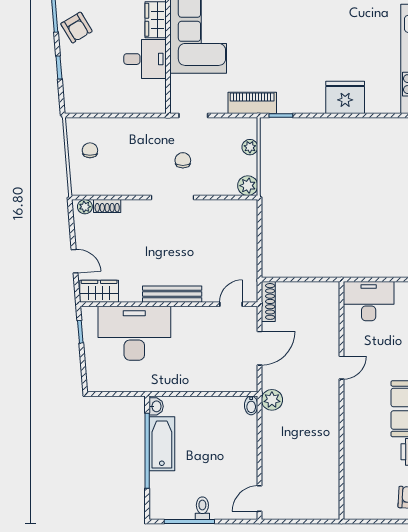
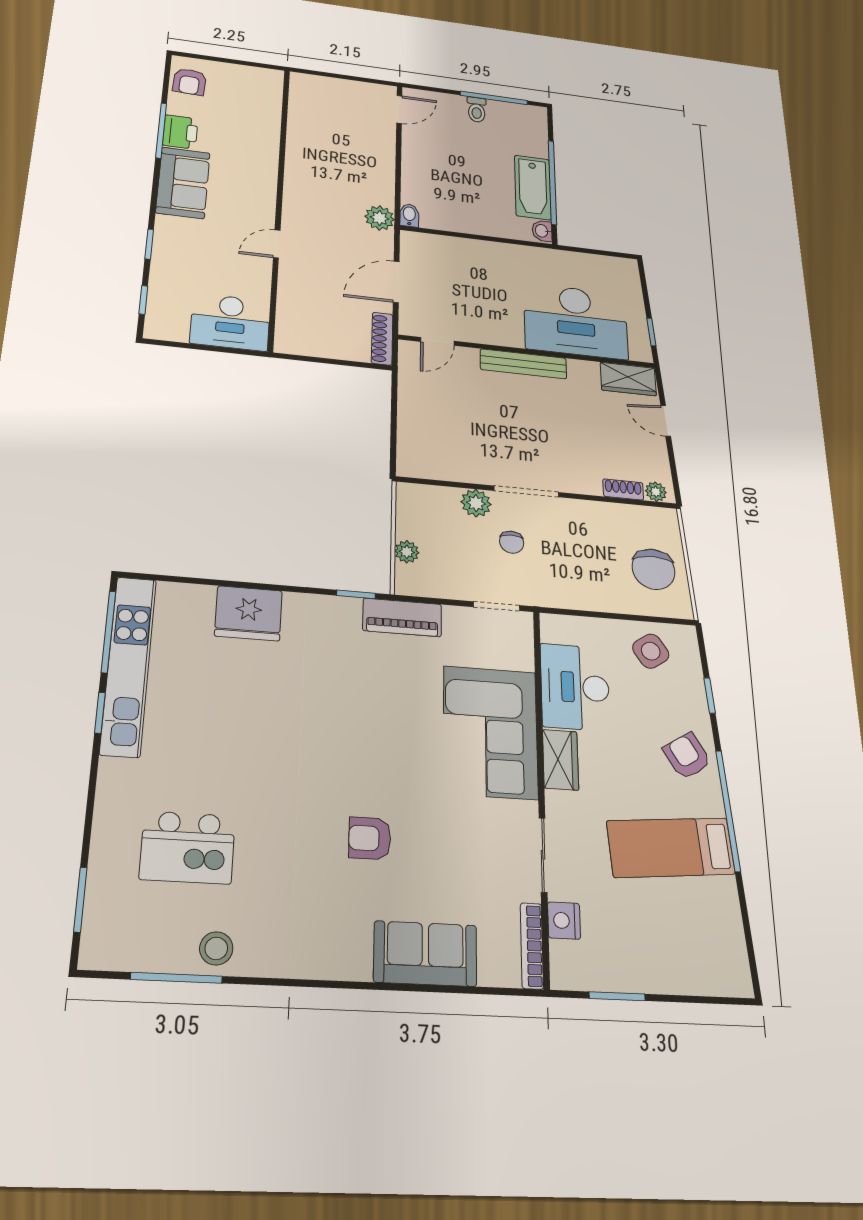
desk: (145, 59) -> (575, 687), width x1.37
side table: (95, 94) -> (651, 651), added
chair: (90, 150) -> (654, 569), width x1.87, depth x1.87
plant: (248, 186) -> (476, 503), moved

